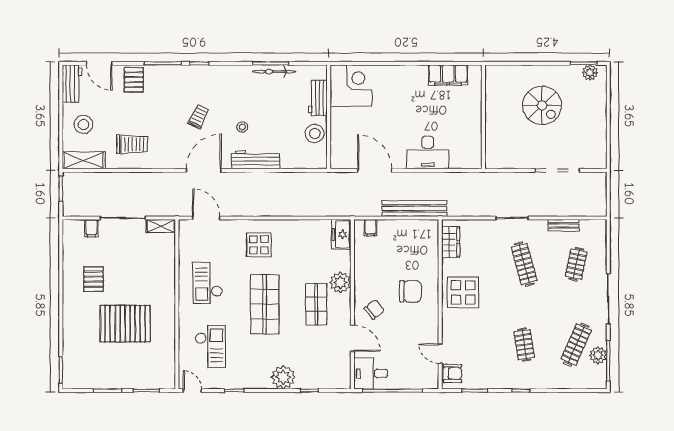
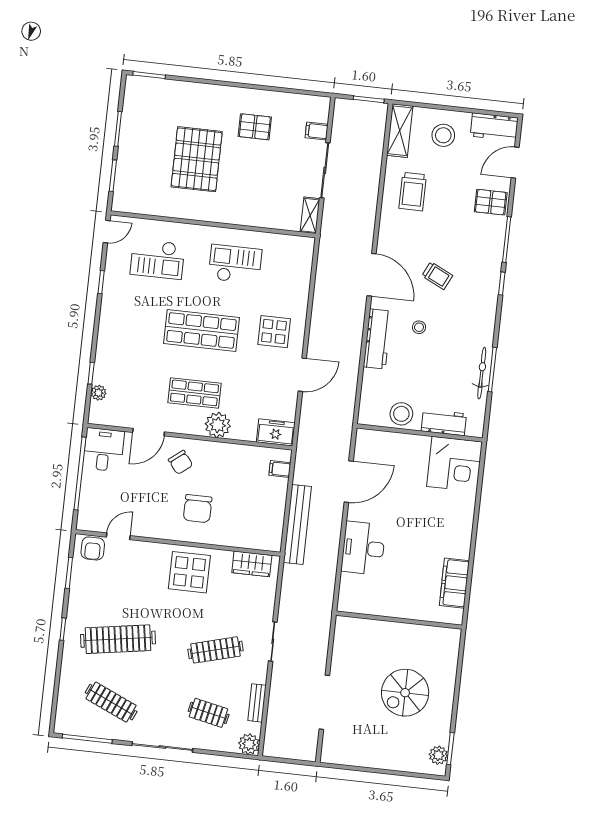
door: (206, 218) -> (302, 375), moved
clothes rail: (524, 345) -> (118, 639), width x1.86, depth x1.31
plant: (598, 355) -> (249, 744), moved
plant: (283, 377) -> (98, 393), moved, width x0.53, depth x0.53

